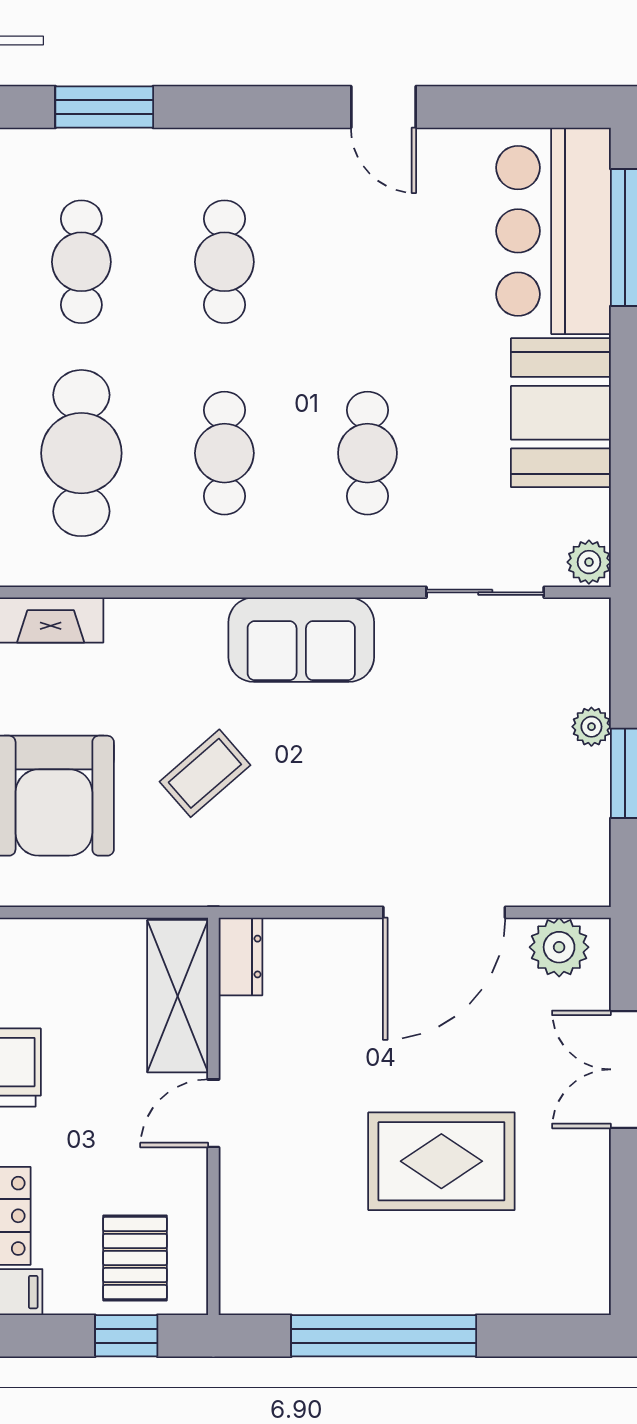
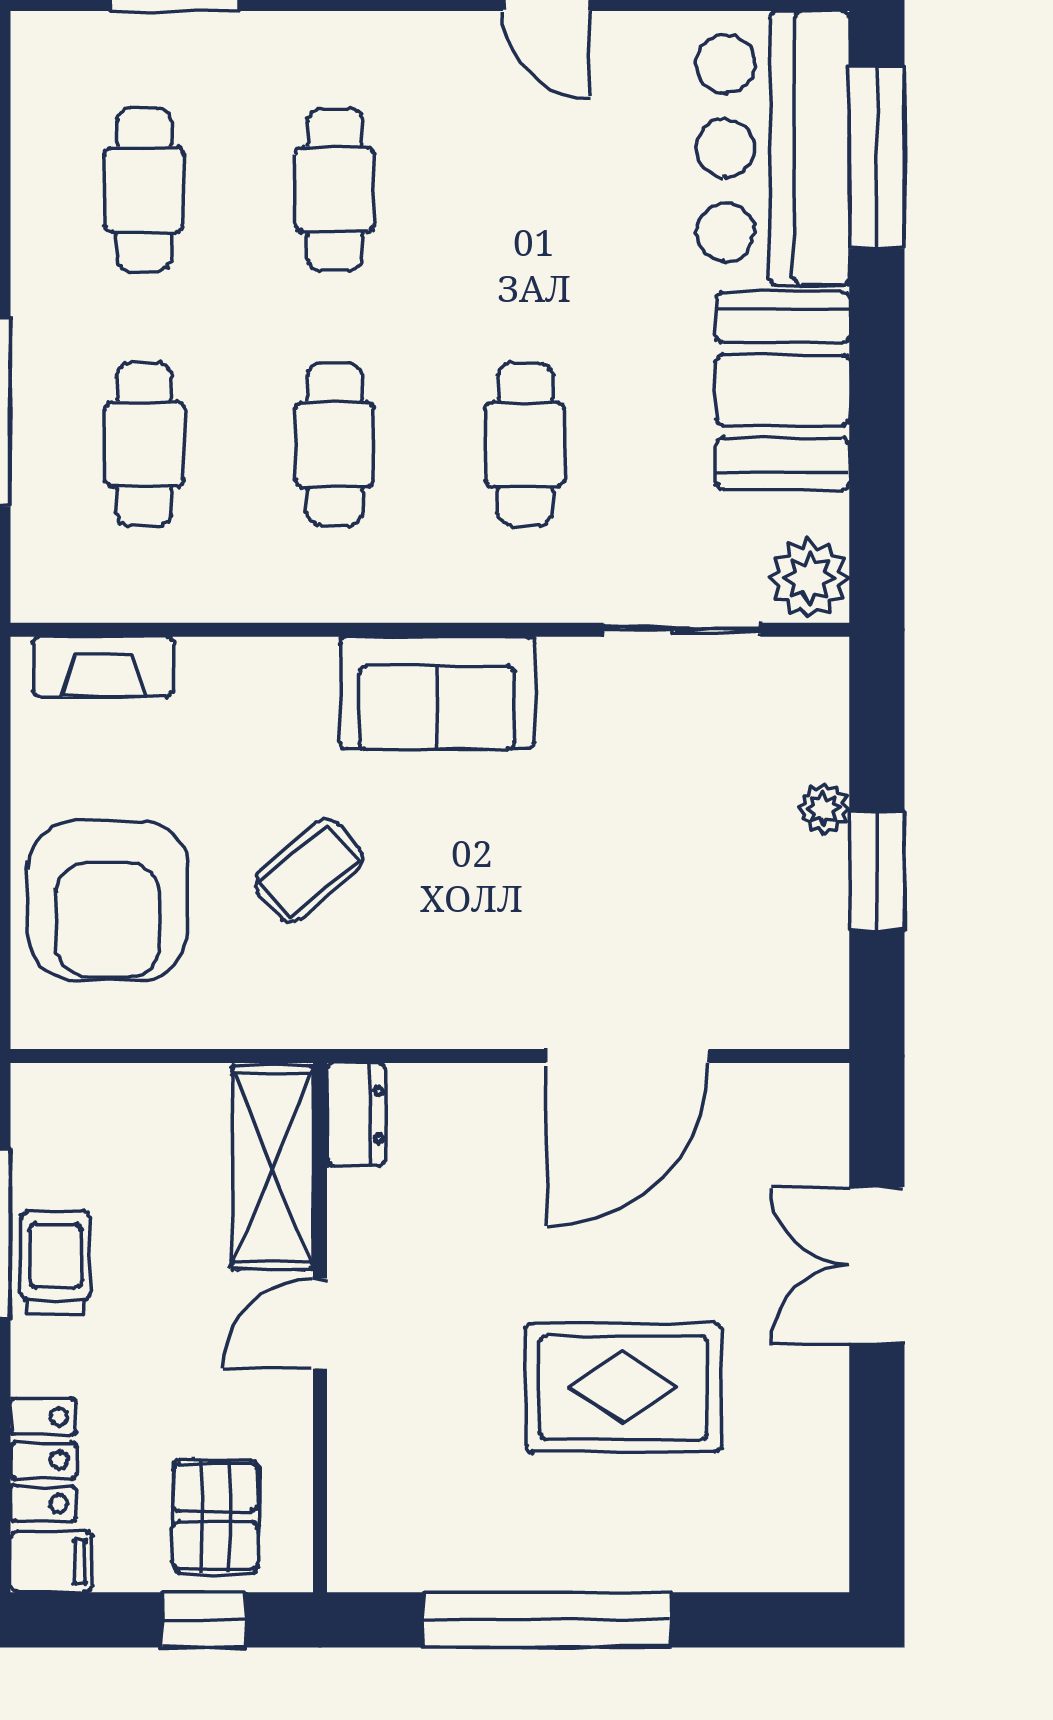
cafe table: (81, 453) -> (144, 444), width x0.73, depth x0.74
plant: (589, 562) -> (809, 578), width x1.38, depth x1.38
plant: (559, 947) -> (780, 1102), removed

